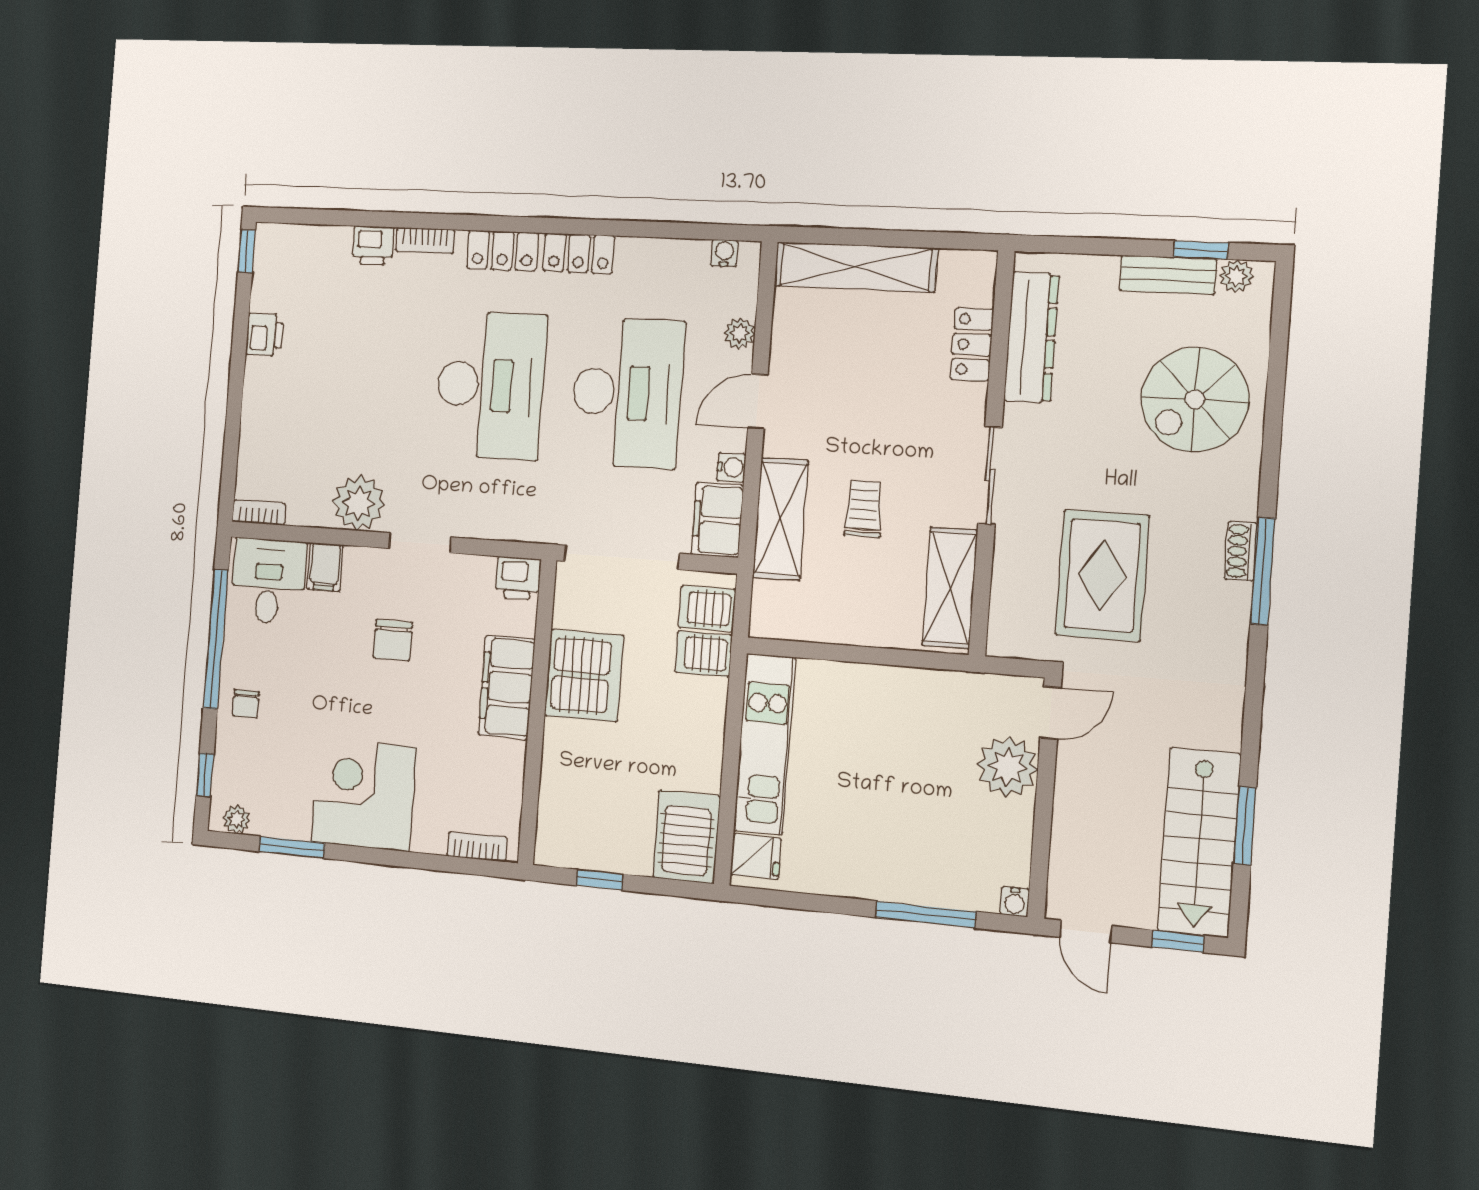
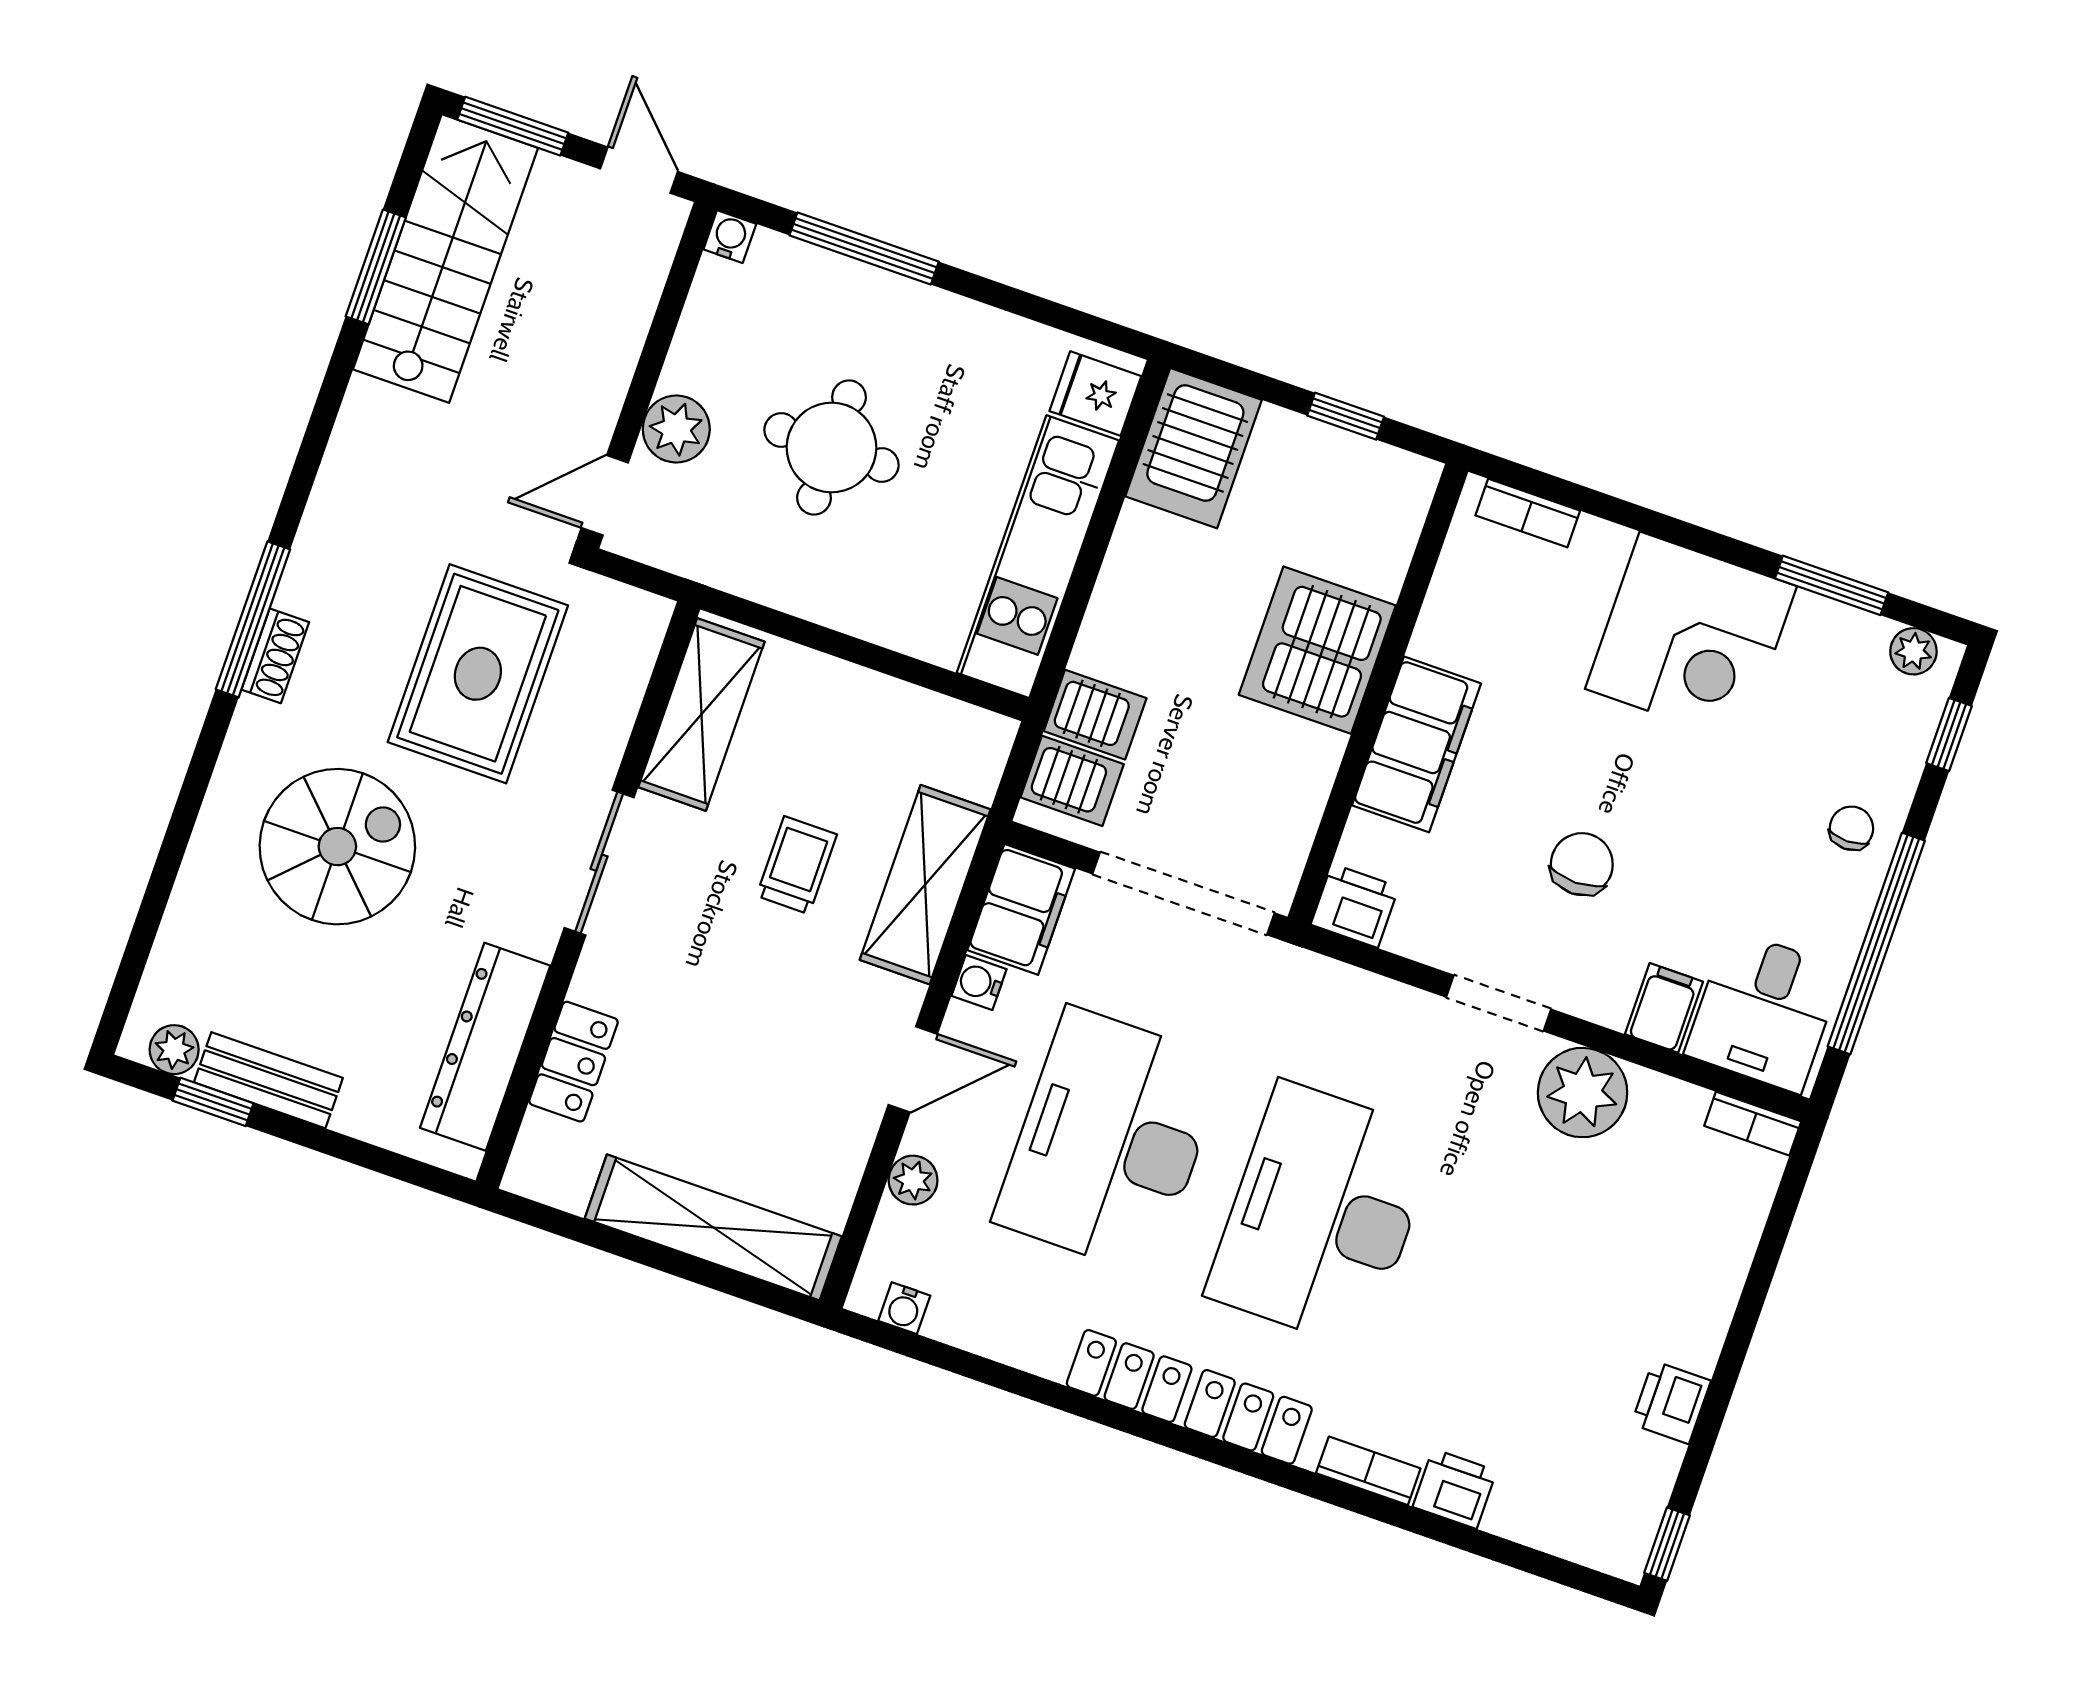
spiral stairs: (1195, 400) -> (337, 847), moved
trolley: (864, 509) -> (797, 865), turned 180
server rack: (584, 676) -> (1317, 650), moved
plant: (1007, 767) -> (676, 429), width x0.73, depth x0.73
round table: (912, 781) -> (832, 447), added
window: (1178, 941) -> (513, 126), width x1.50

